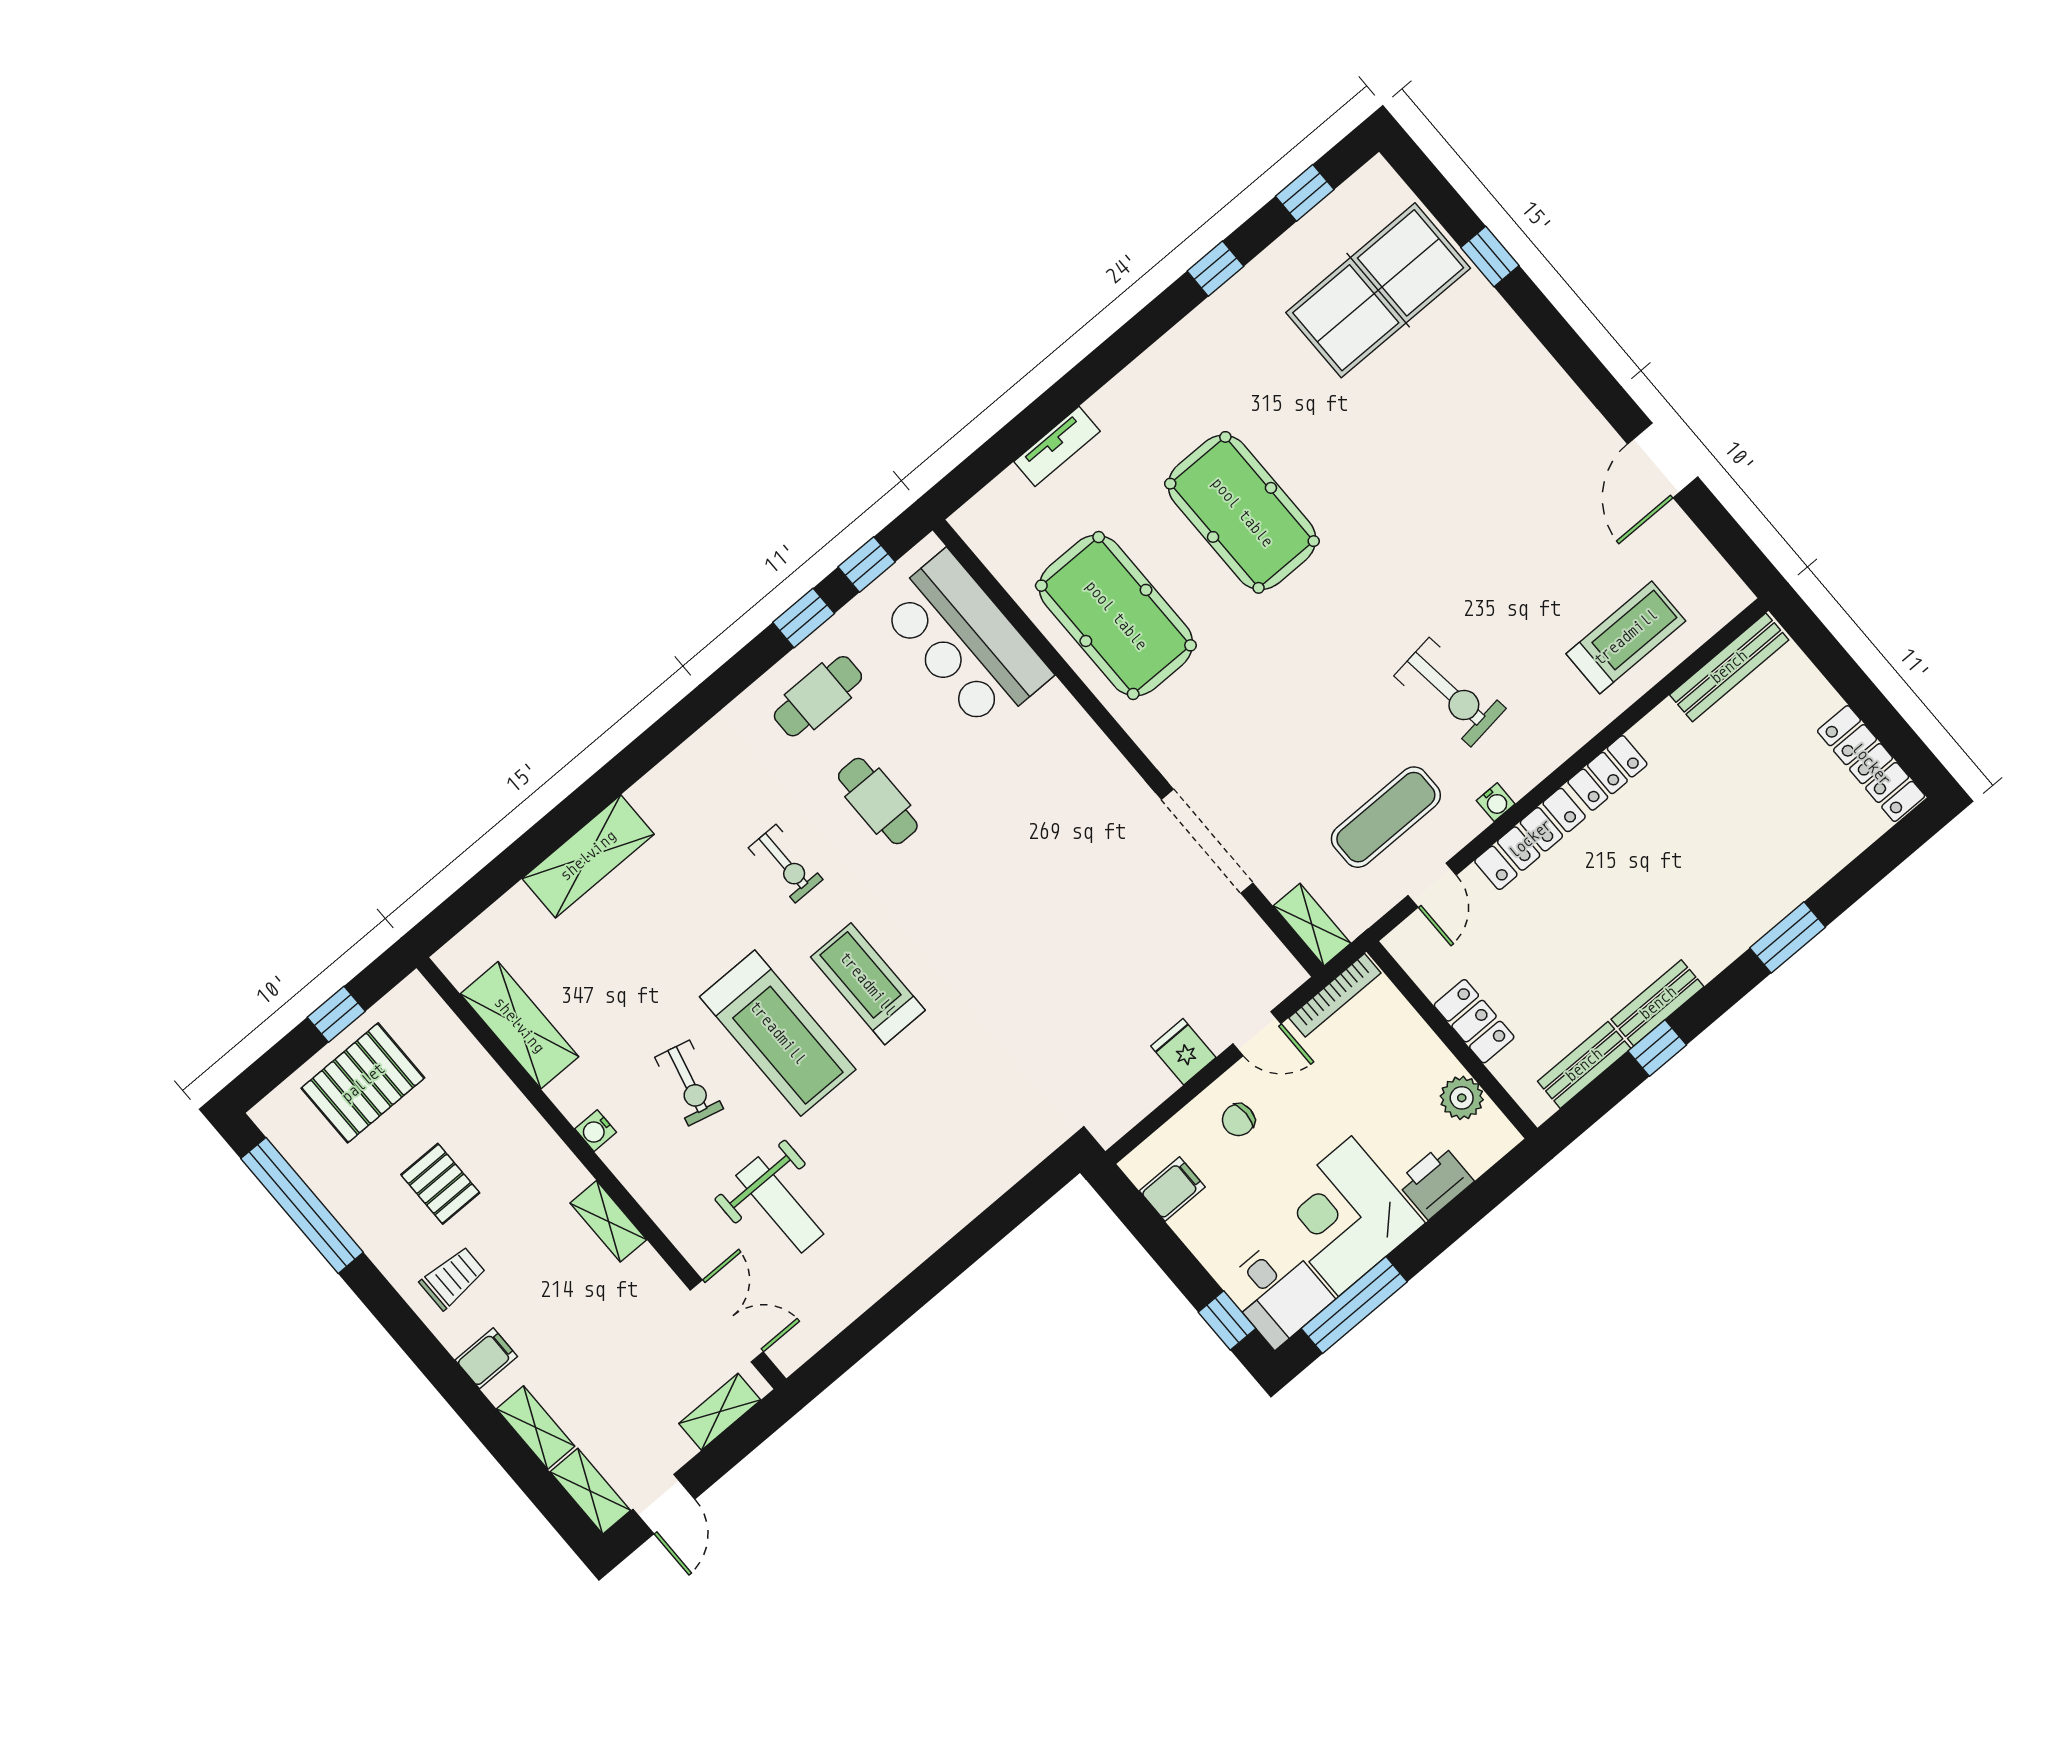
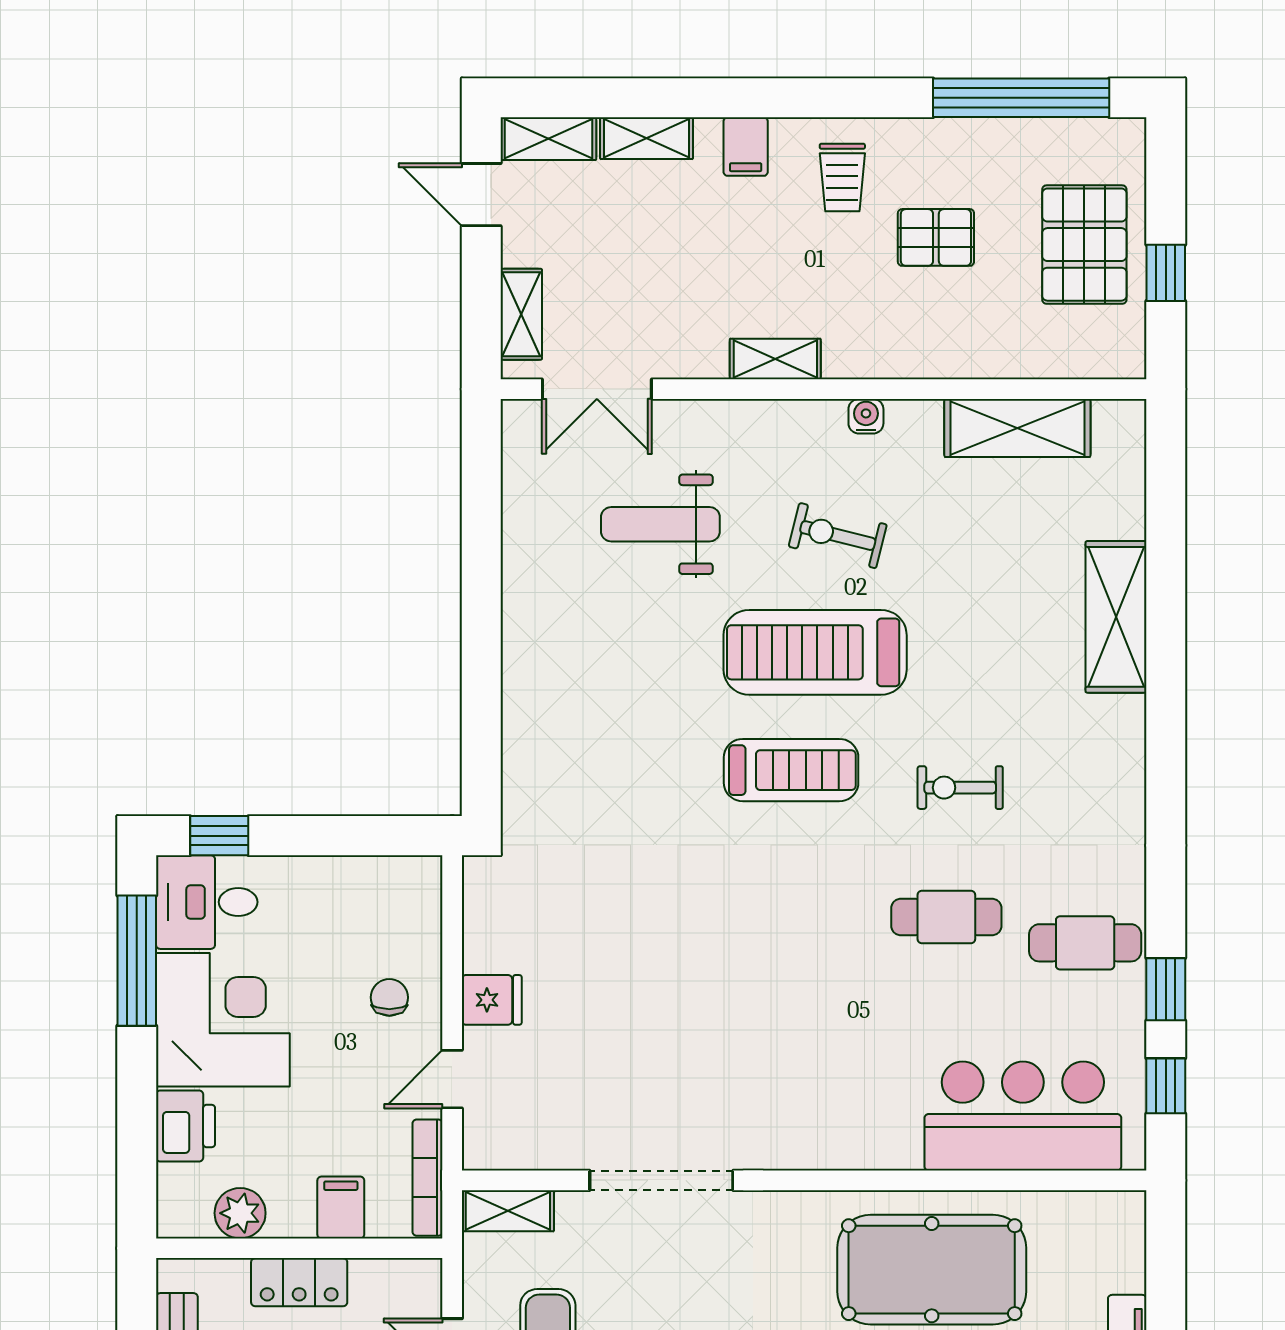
cafe table: (818, 696) -> (1085, 943), turned 90
filing cabinet: (1172, 1189) -> (341, 1207), moved, turned 180

